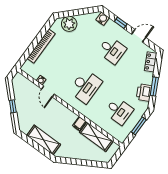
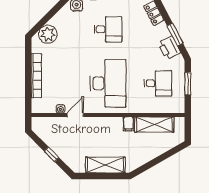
desk: (85, 86) -> (108, 83), width x1.36, depth x1.30
door: (48, 91) -> (75, 115), swing flipped

